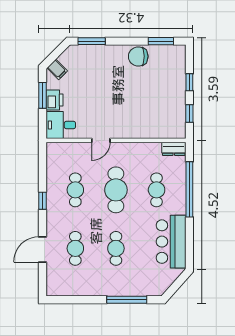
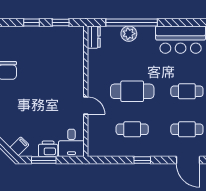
plant: (177, 186) -> (129, 34), added
cafe table: (157, 190) -> (132, 53), removed

